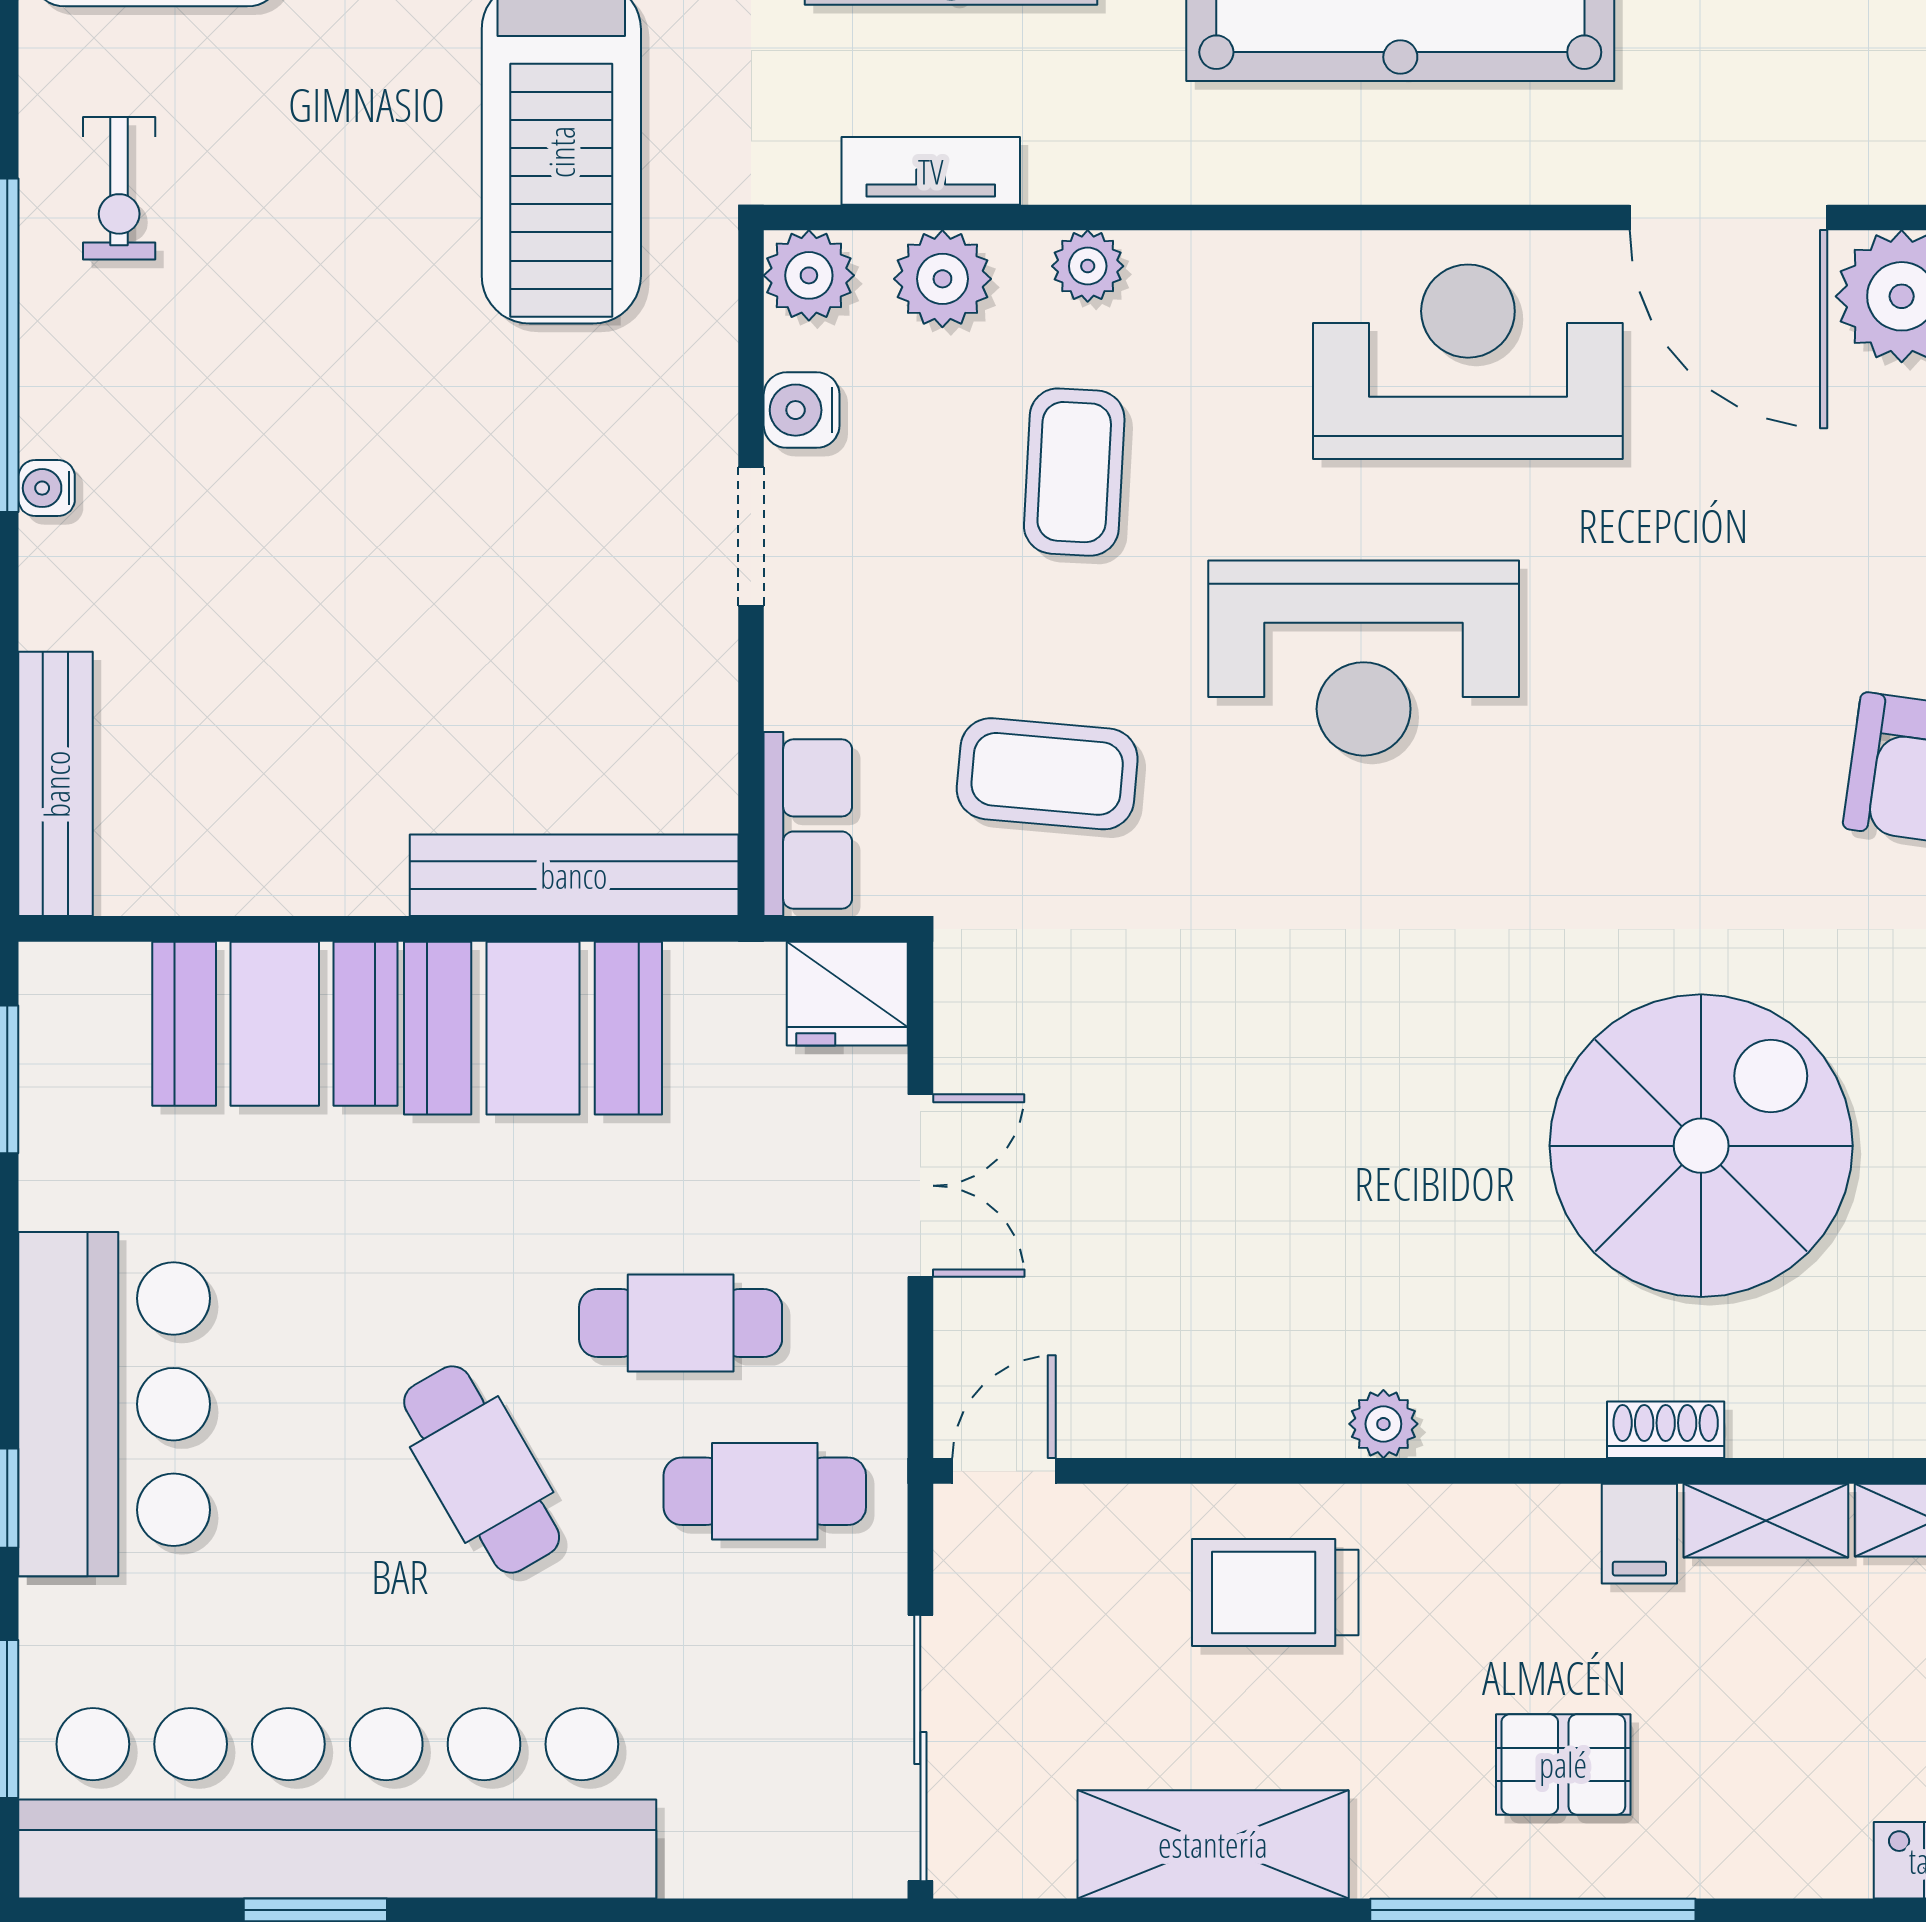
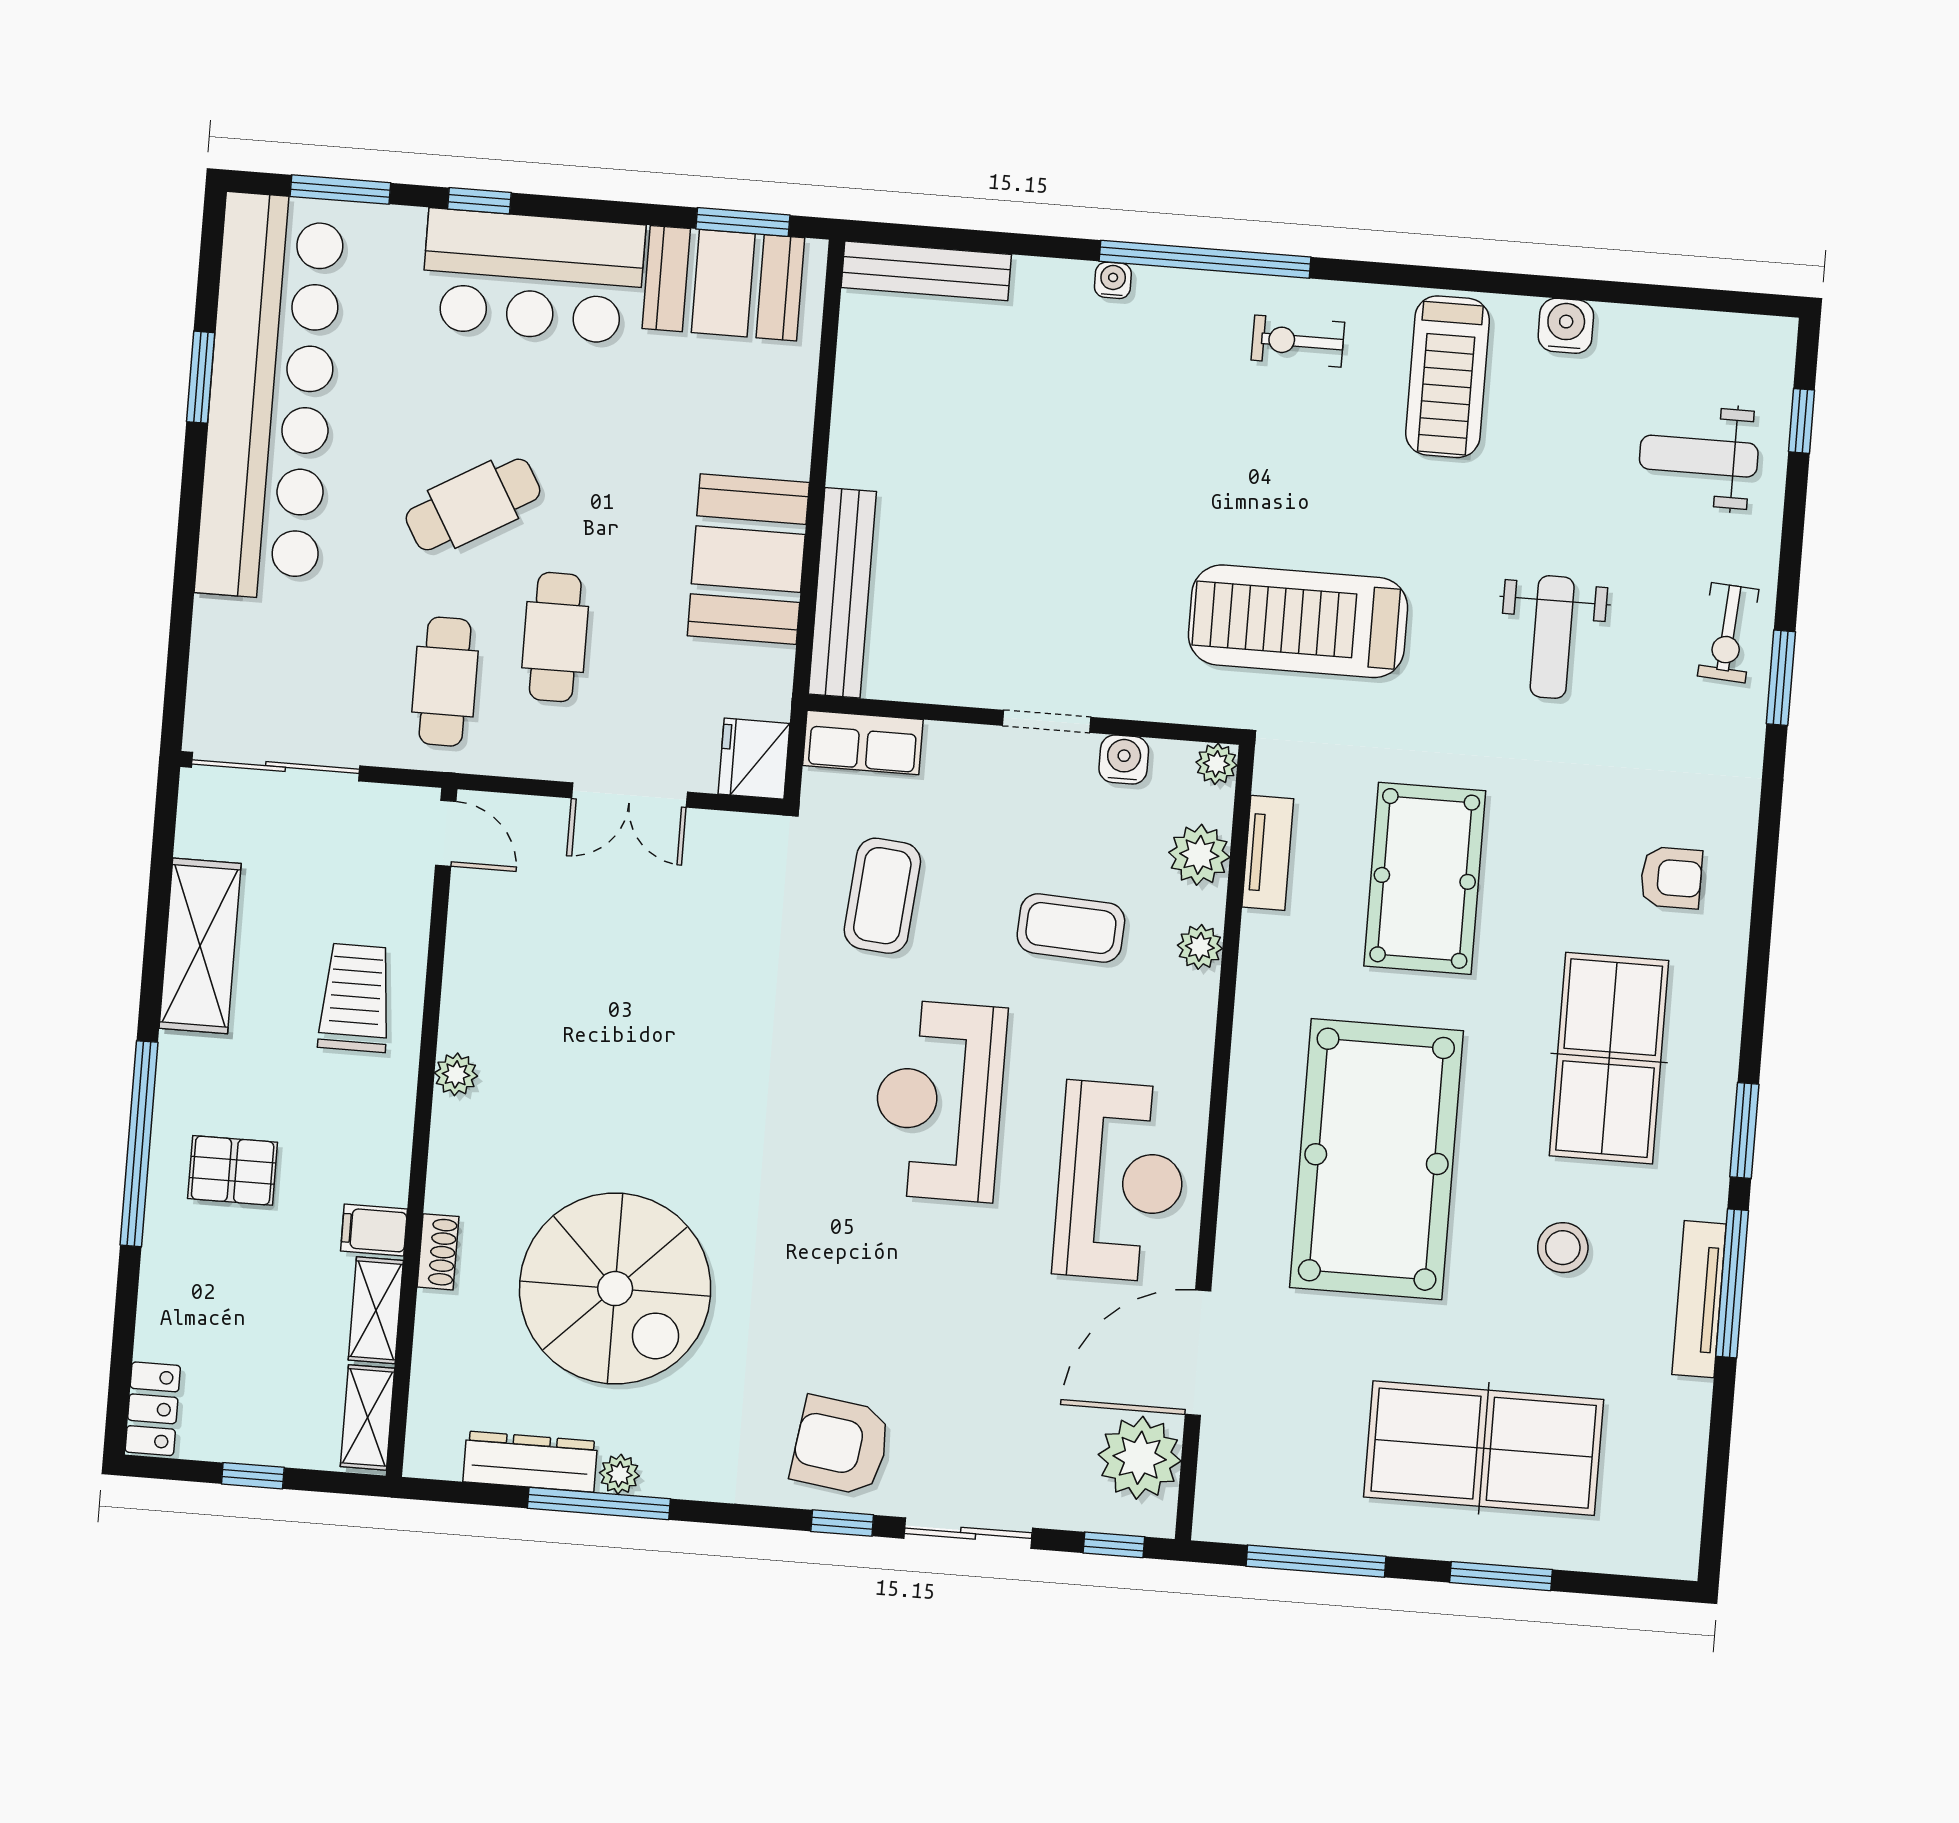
plant: (809, 275) -> (1216, 764), width x0.73, depth x0.73
booth: (275, 1024) -> (723, 283), moved, turned 90
pallet: (1563, 1764) -> (233, 1170), turned 90

